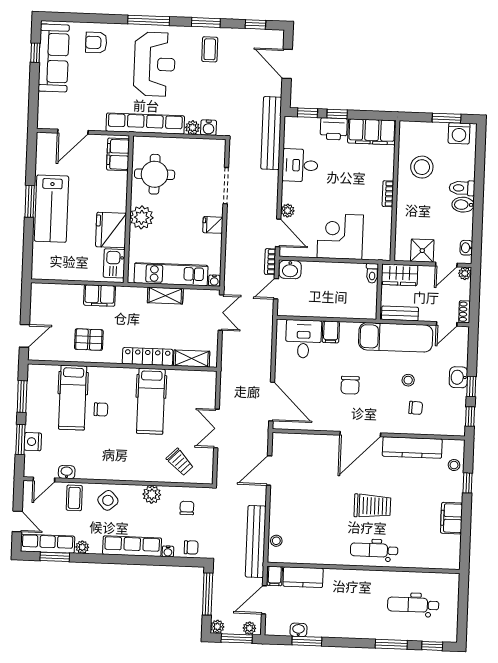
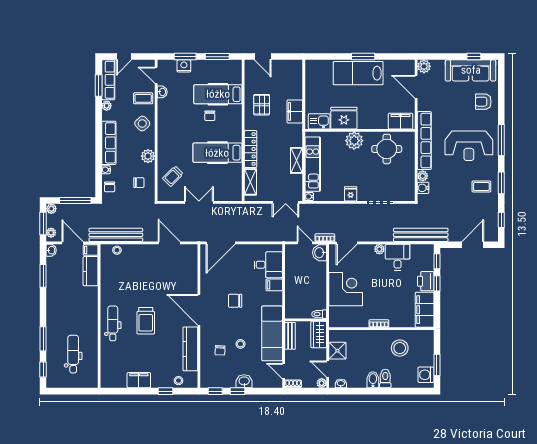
armchair: (96, 42) -> (483, 102), turned -90
plant: (46, 120) -> (424, 66), added
plant: (288, 211) -> (379, 249), moved
washbasin: (298, 630) -> (51, 250), moved

